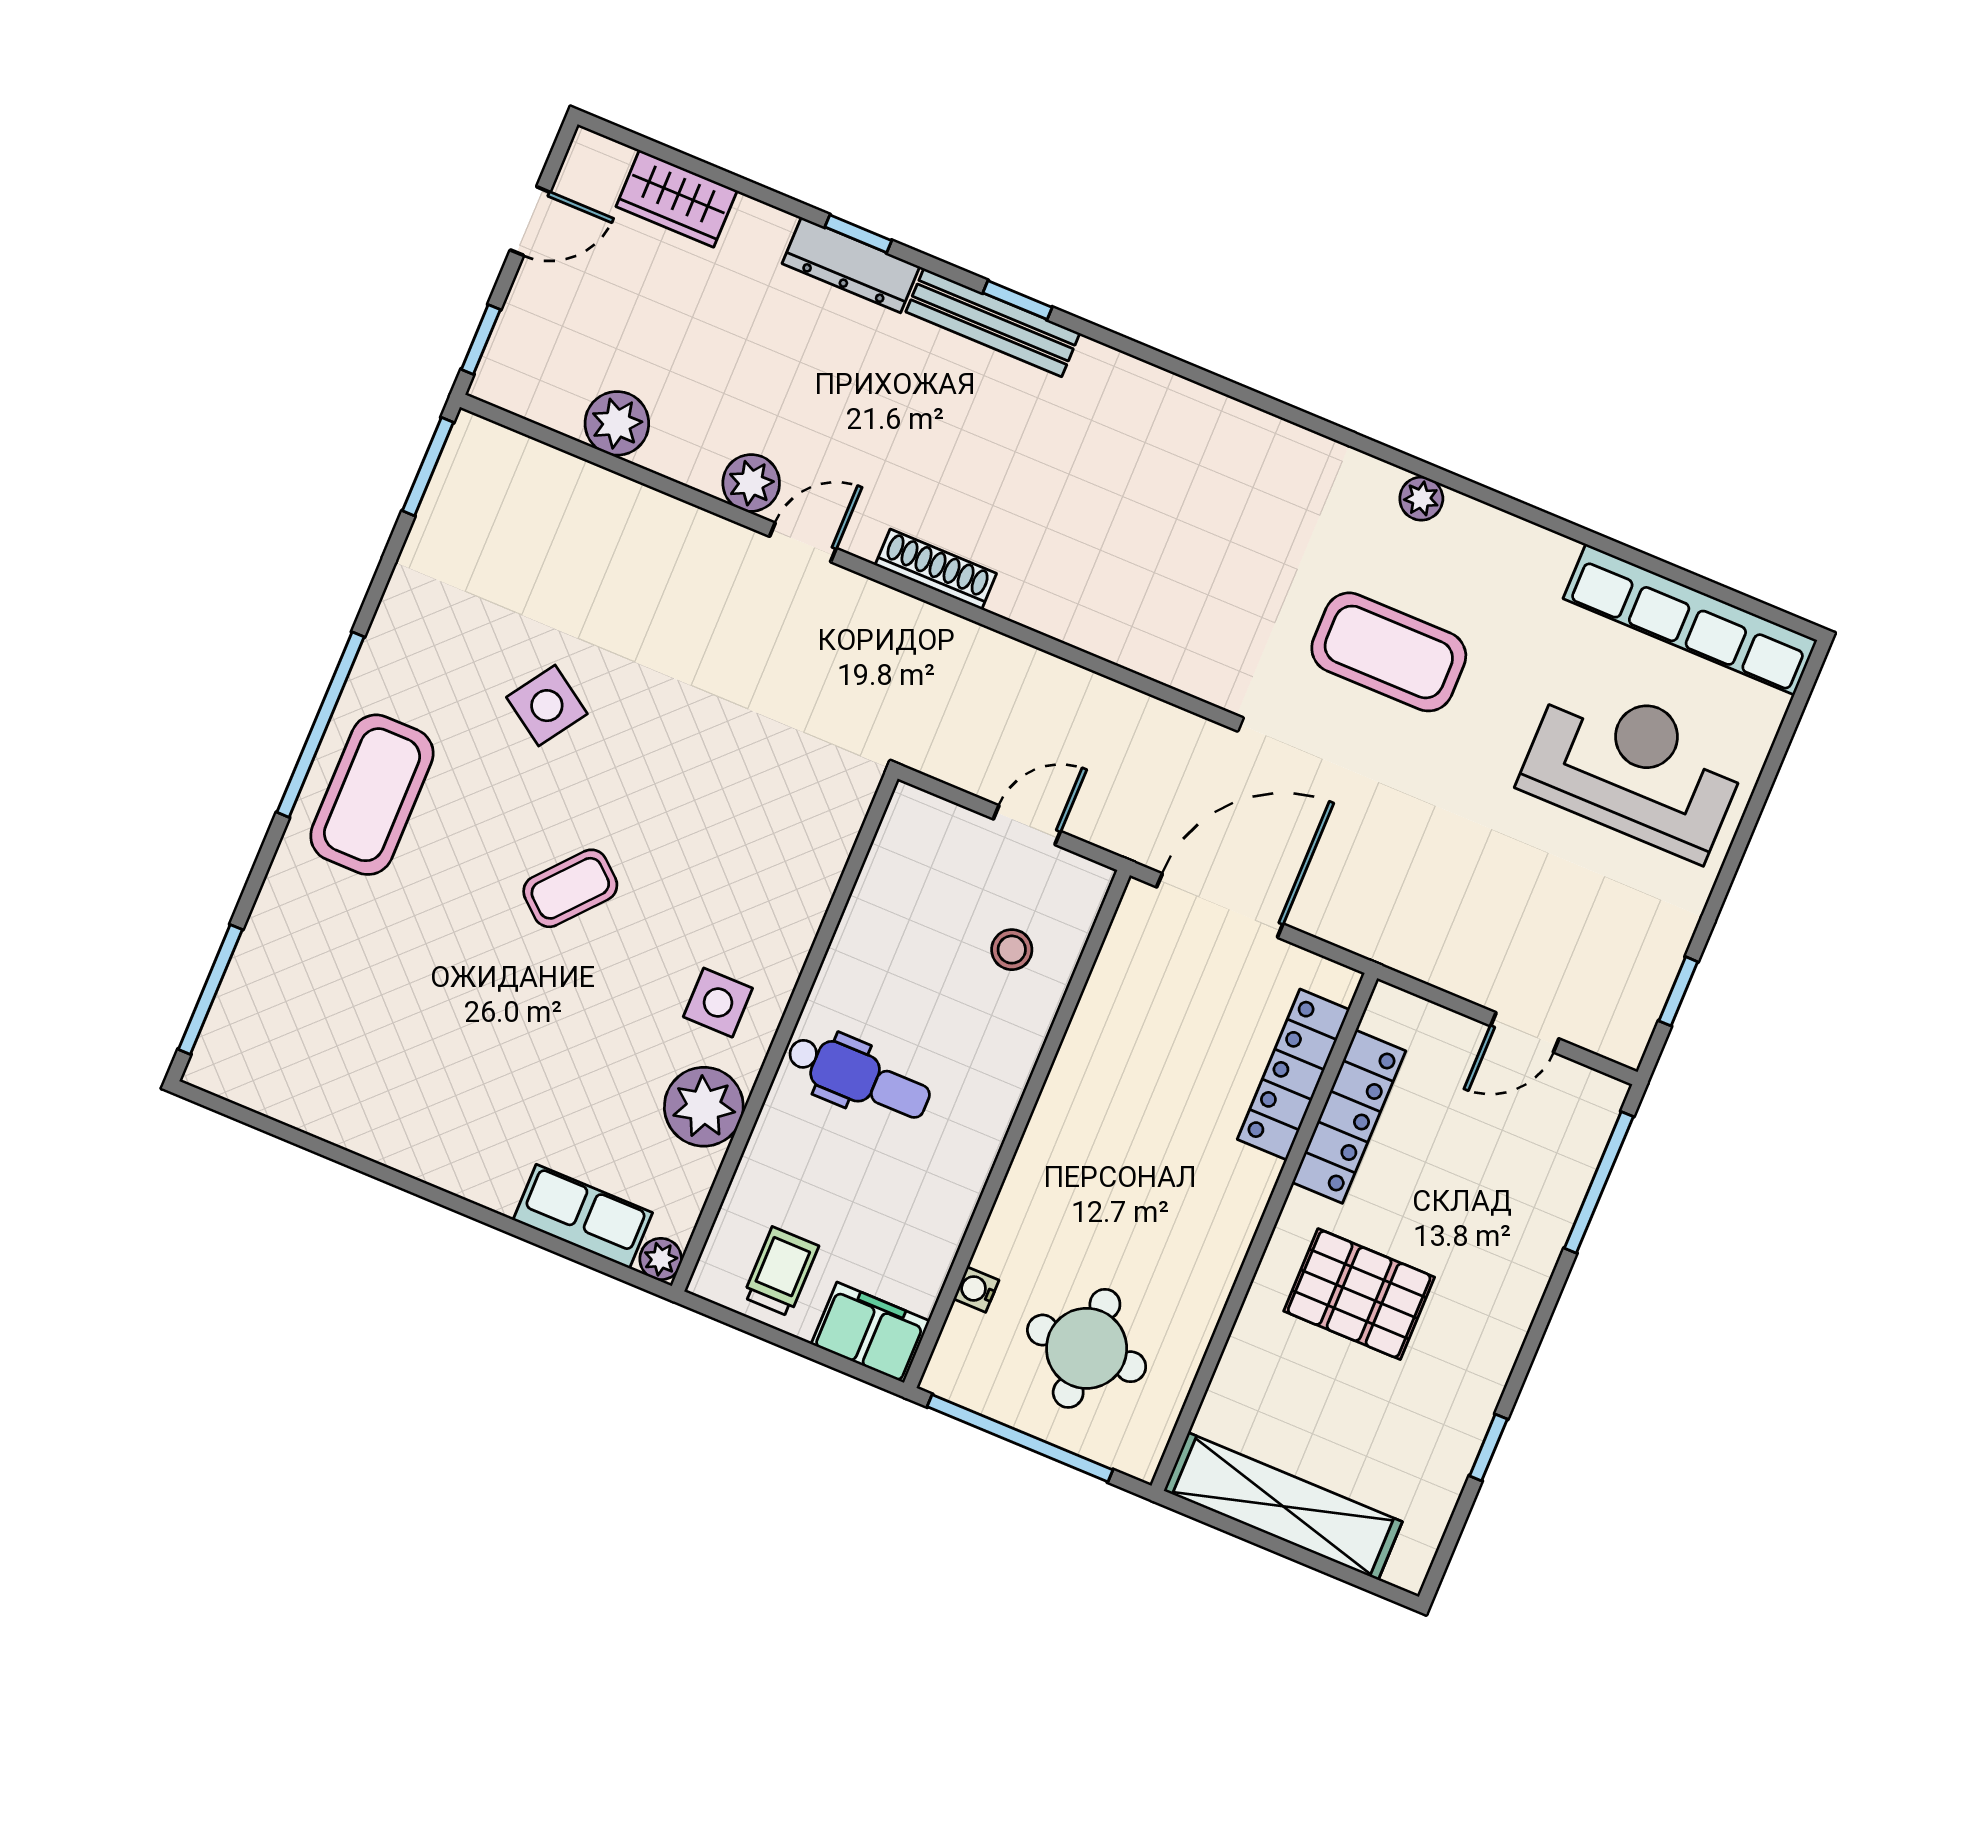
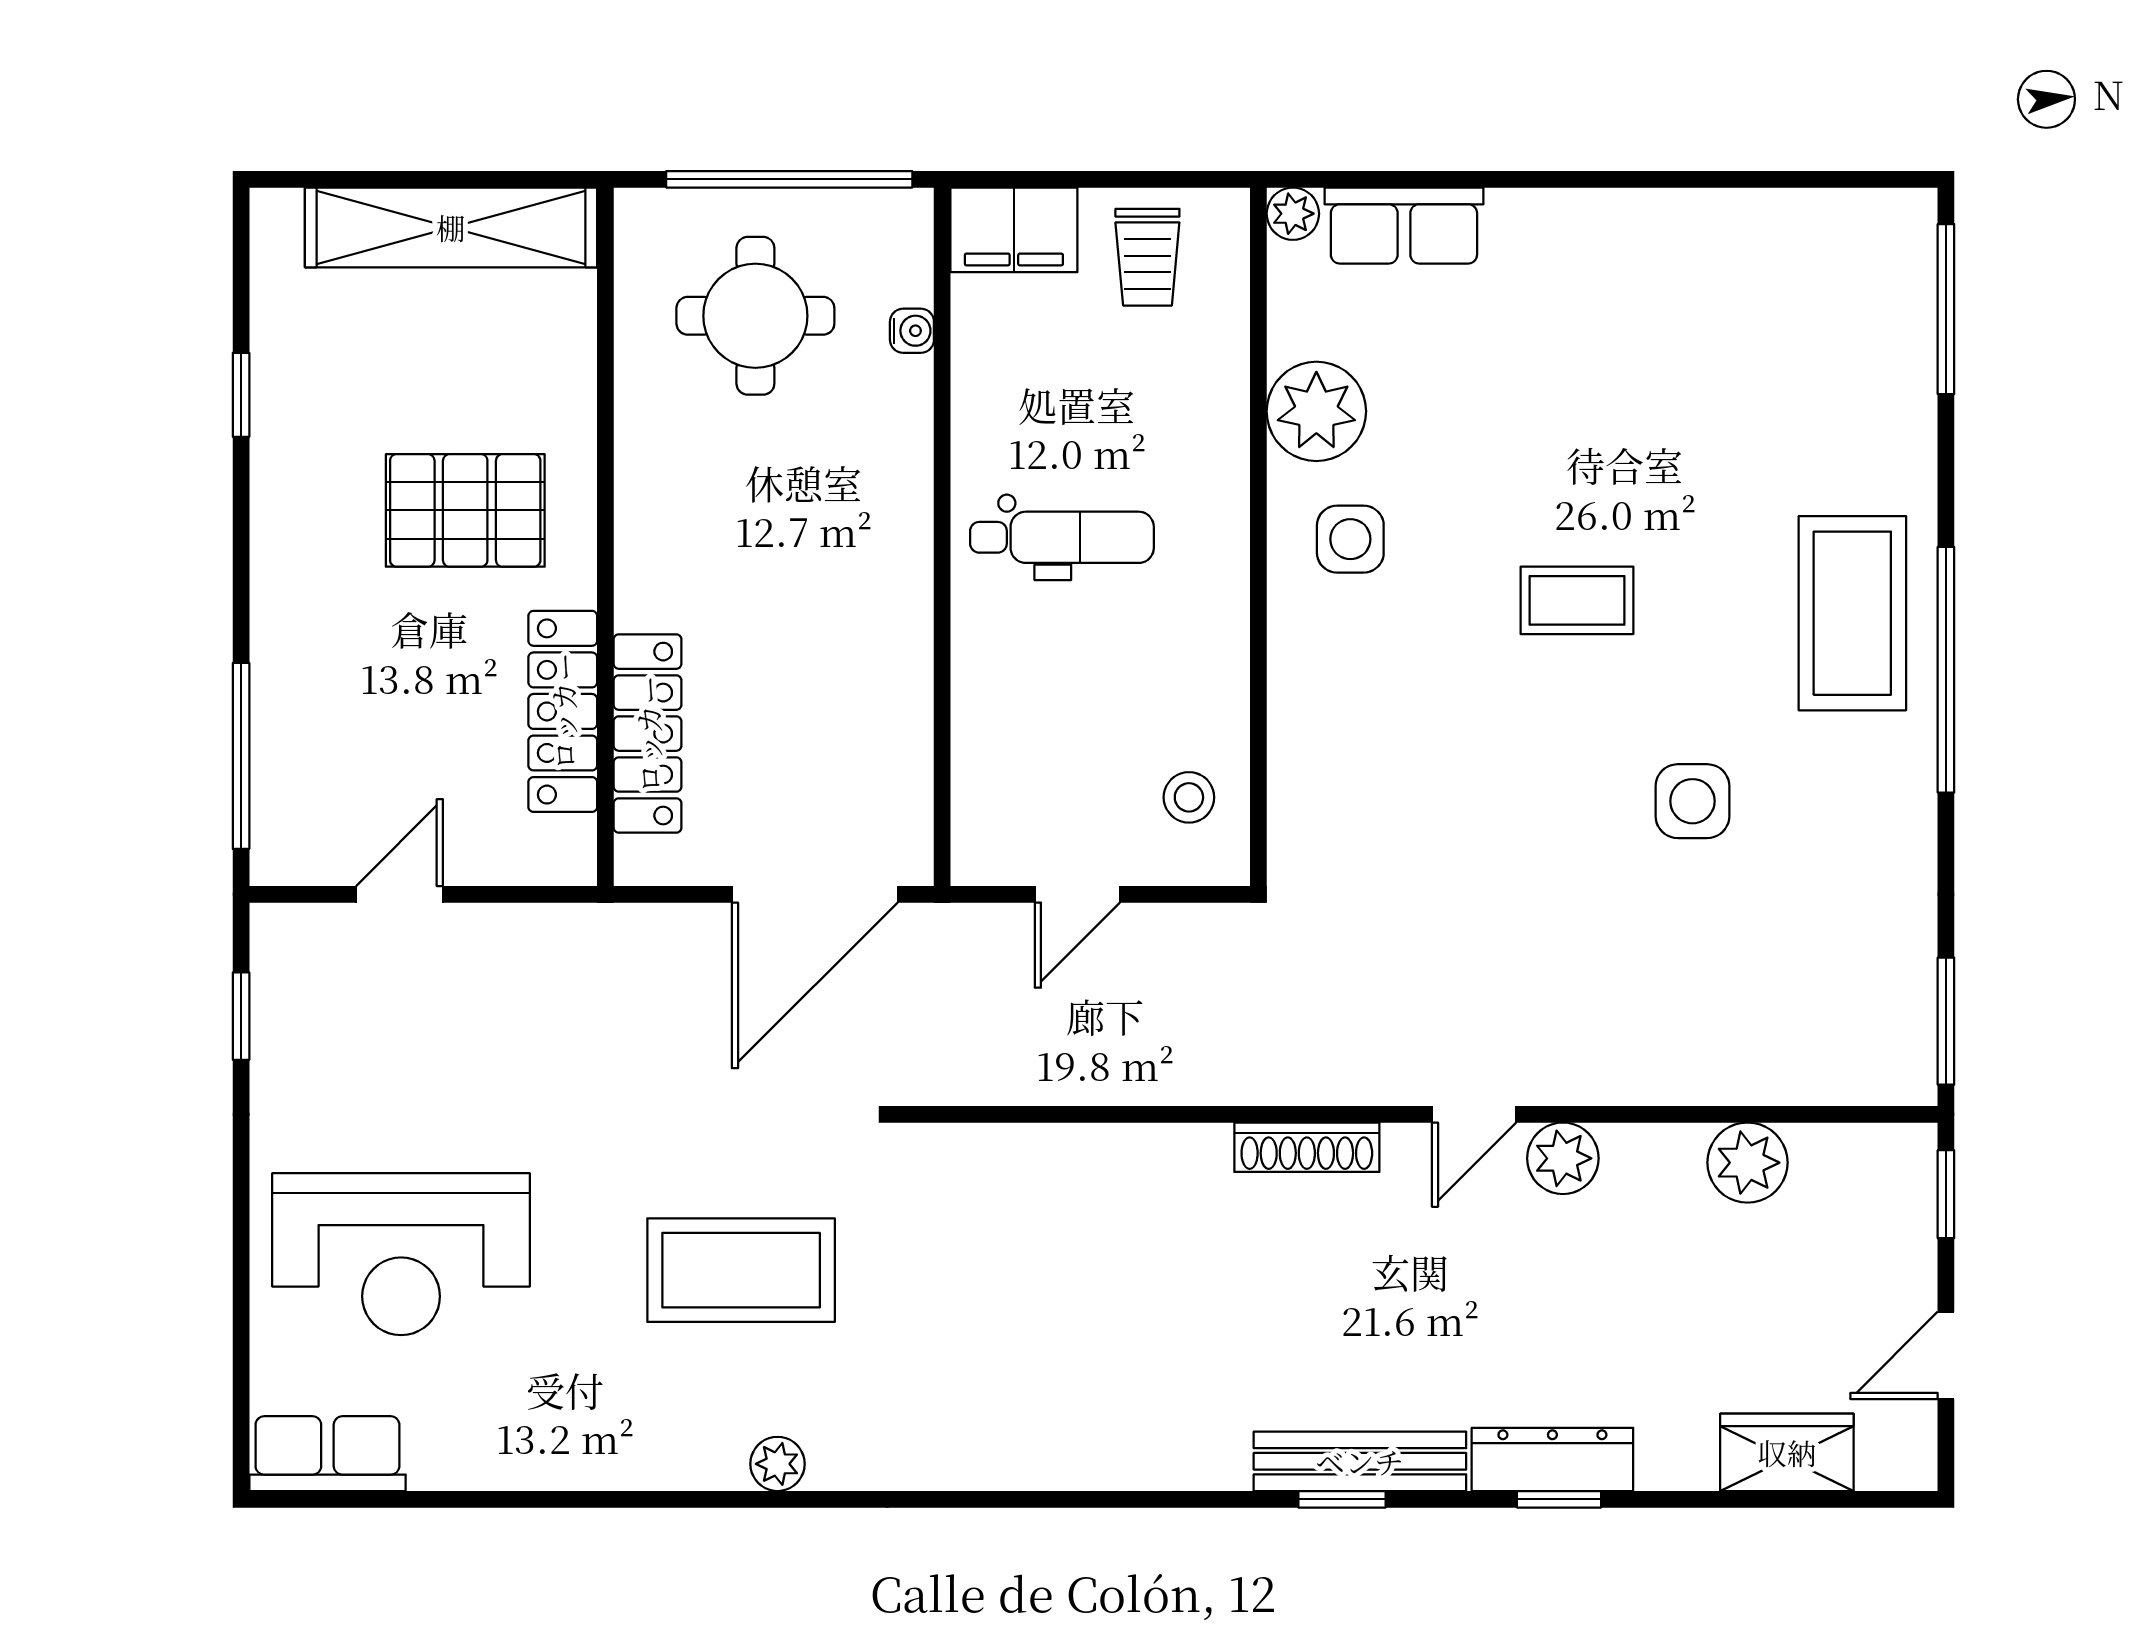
row of seats: (1690, 619) -> (327, 1454), width x0.50
side table: (547, 706) -> (1692, 801), turned -34
coffee table: (570, 888) -> (1577, 600), turned 49
stool: (1012, 950) -> (1189, 797), moved
dental chair: (859, 1077) -> (1062, 537), moved, turned 180

